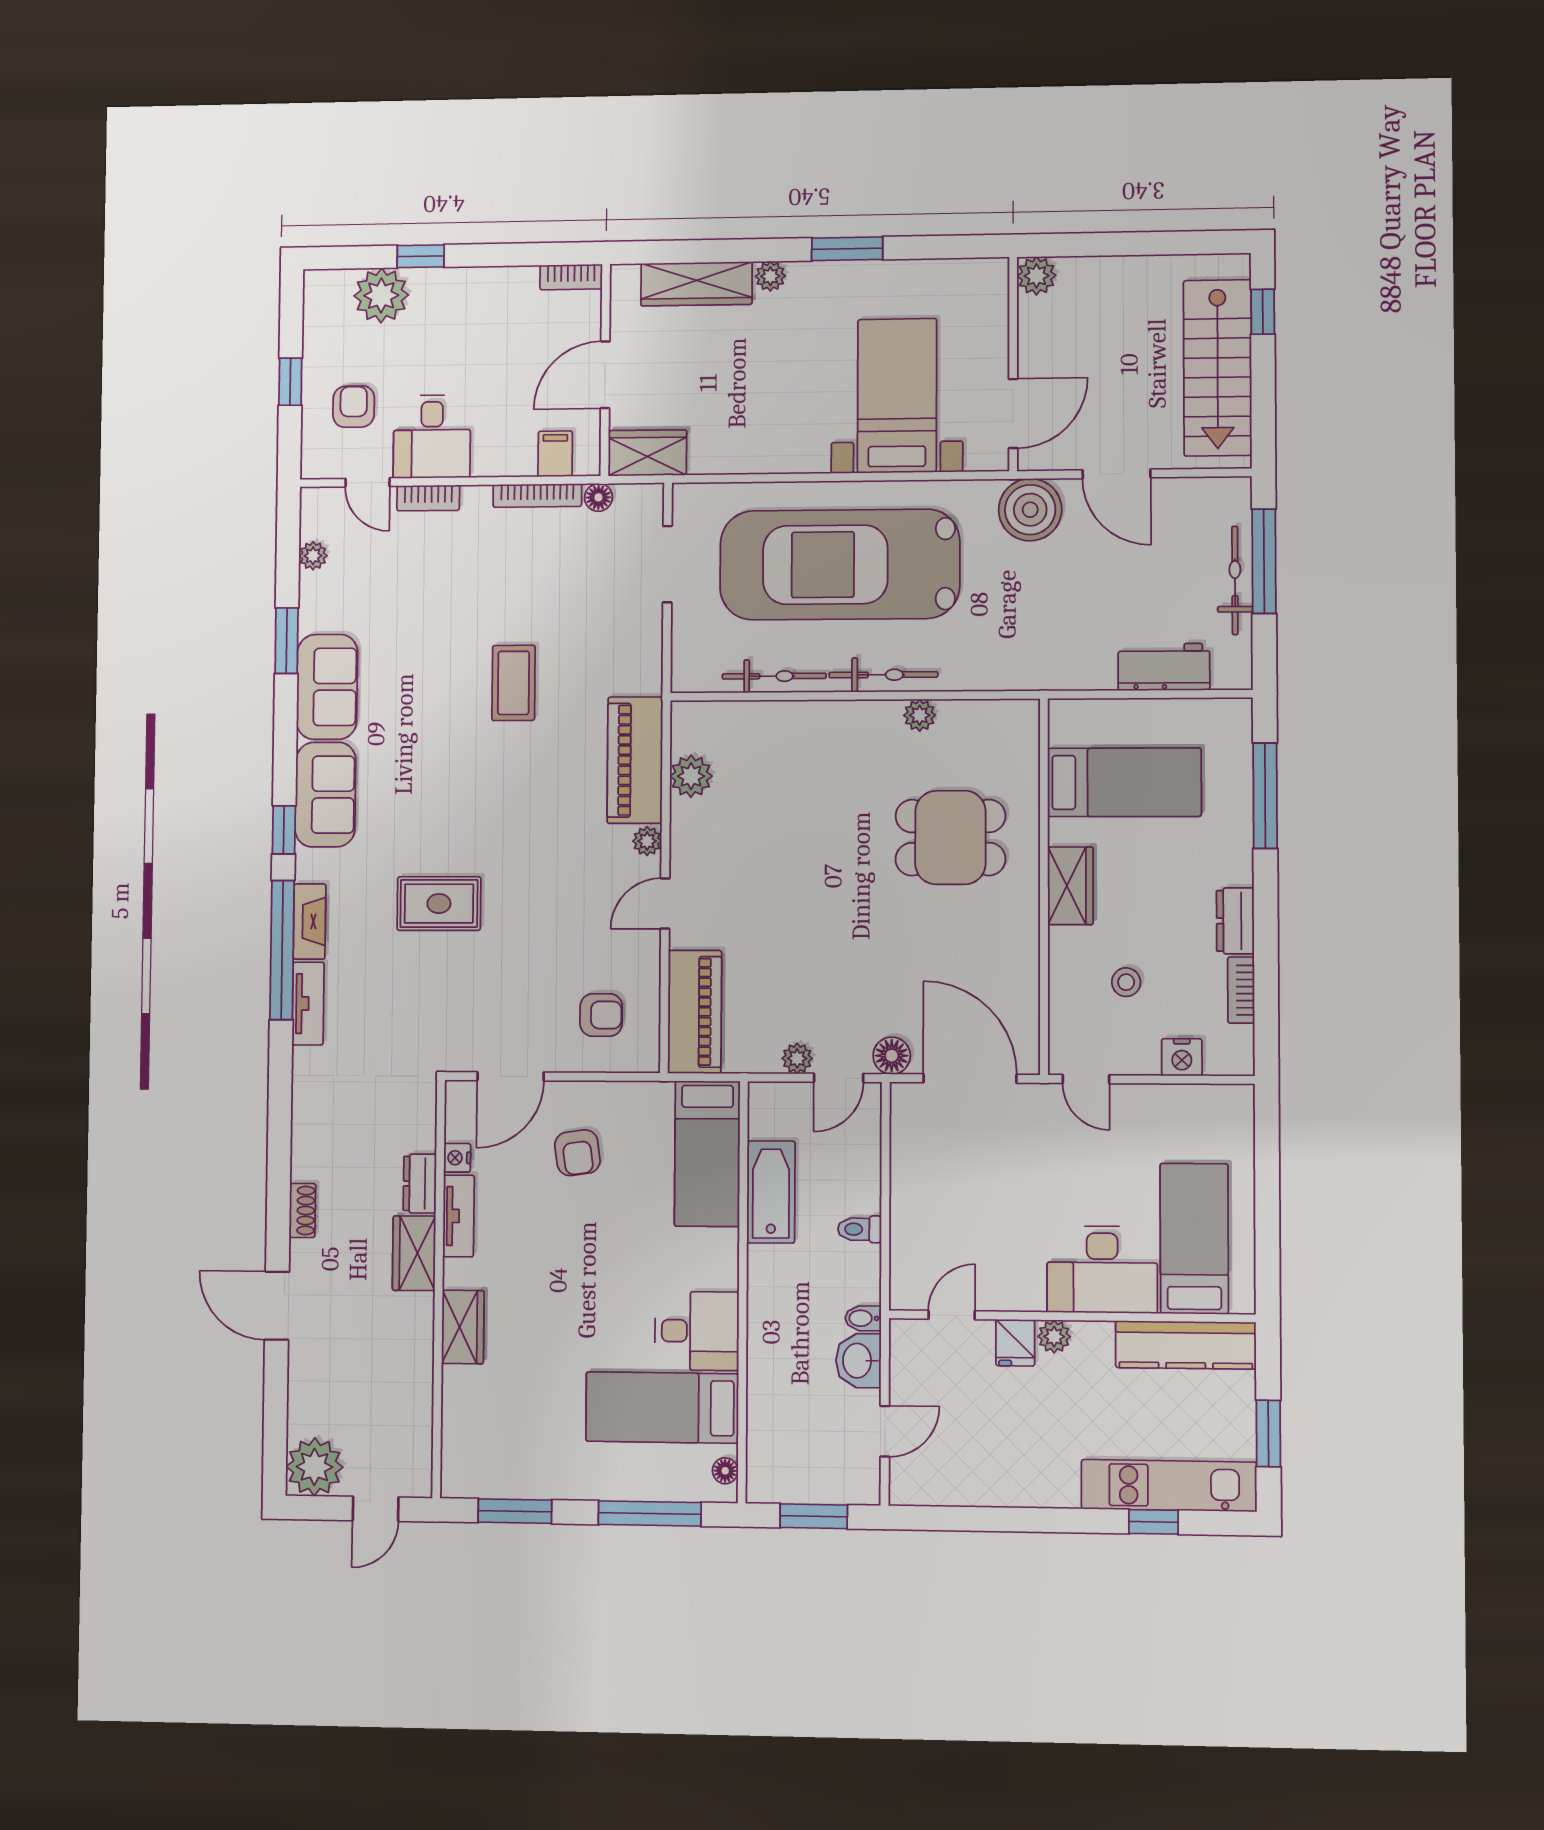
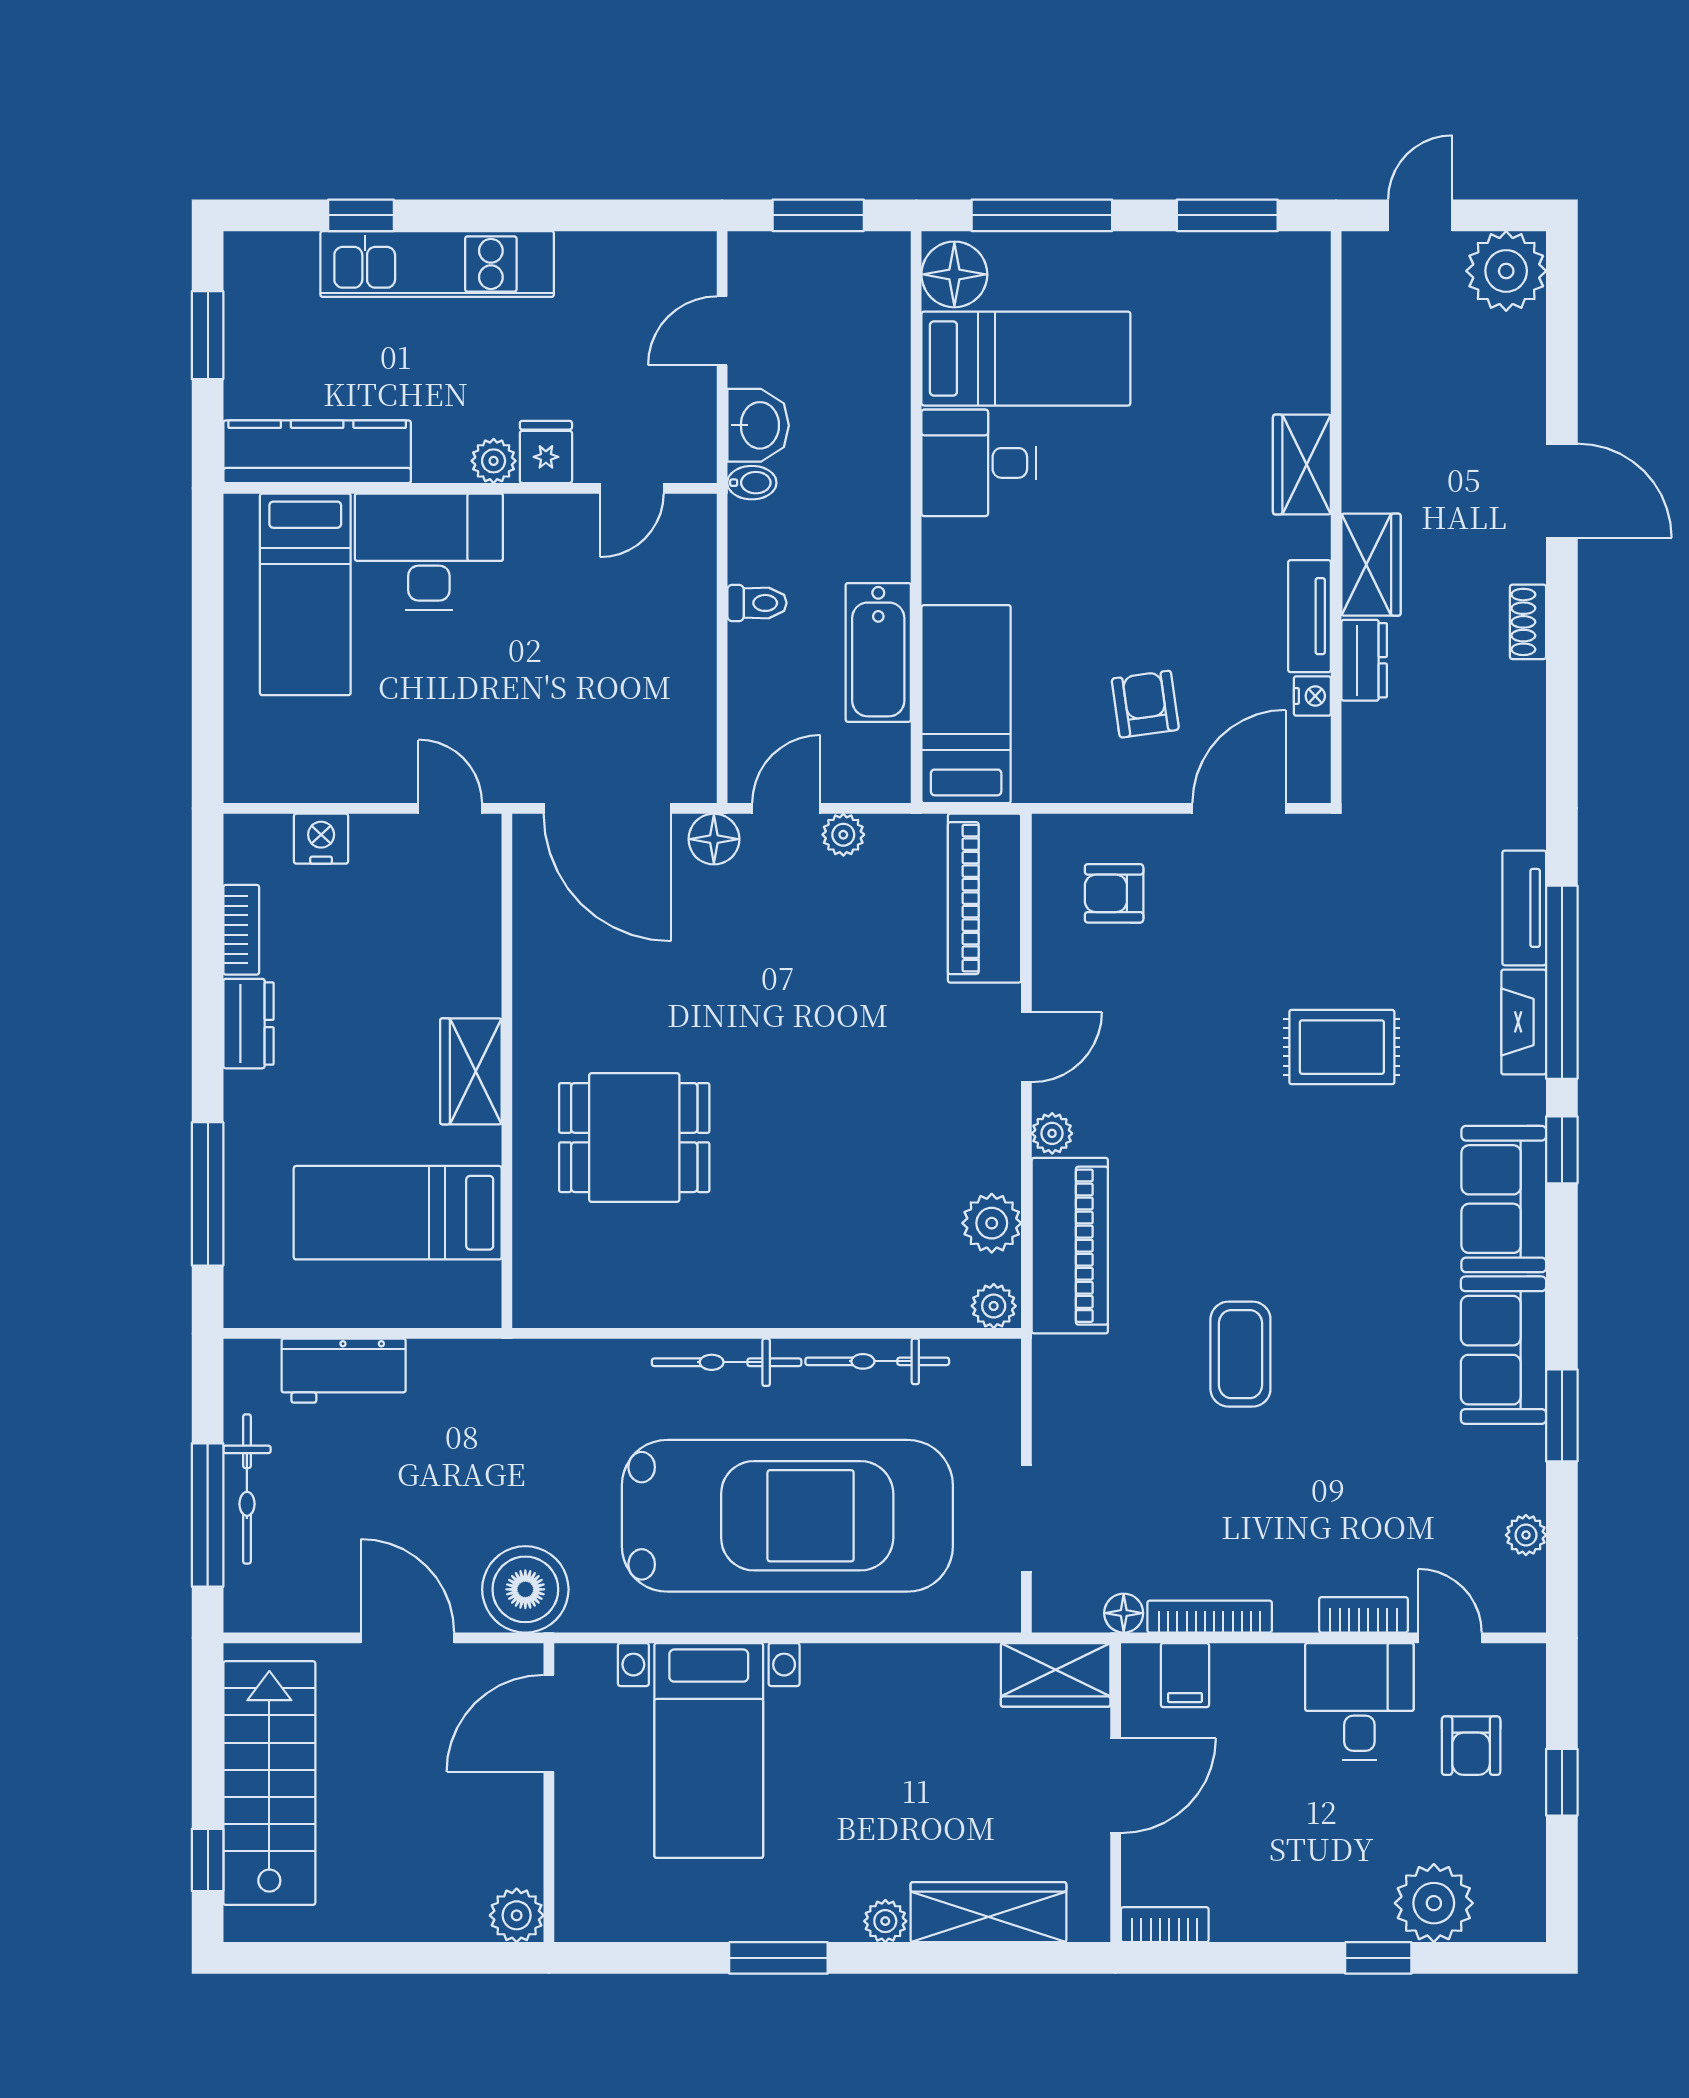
plant: (920, 715) -> (994, 1306), moved
stool: (1126, 982) -> (396, 940), removed
floor lamp: (725, 1471) -> (954, 274), width x1.89, depth x1.89
kitchen unit: (1169, 1486) -> (437, 264), moved

